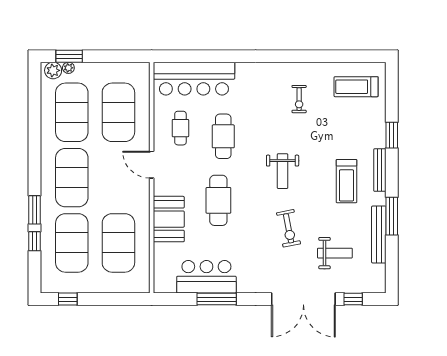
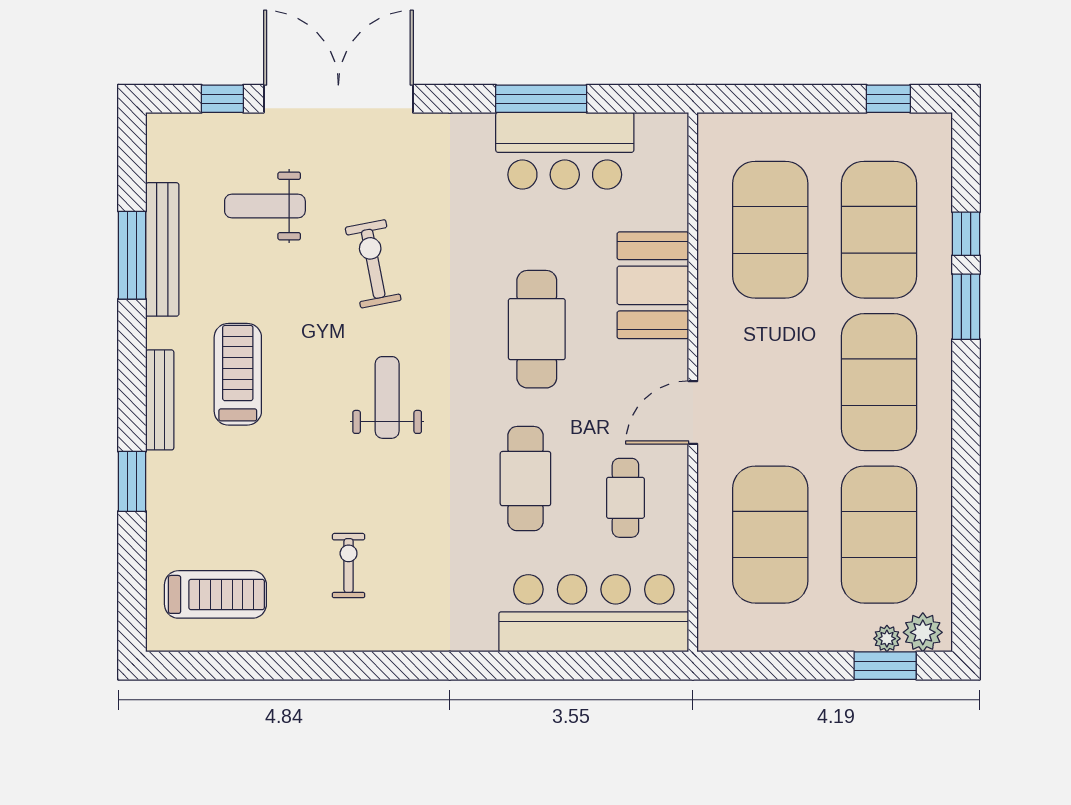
door: (152, 165) -> (693, 412), swing flipped
window: (392, 216) -> (132, 255), moved

